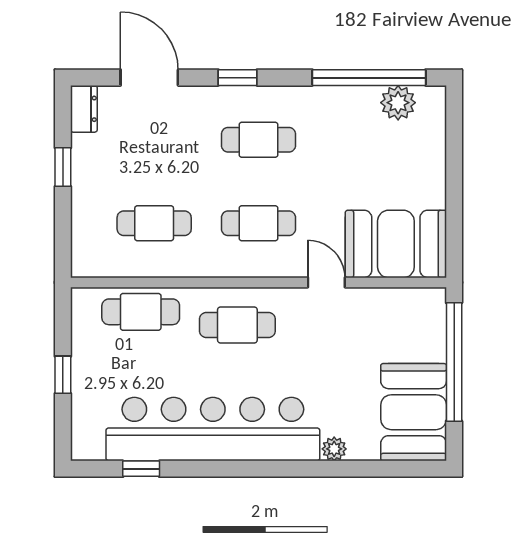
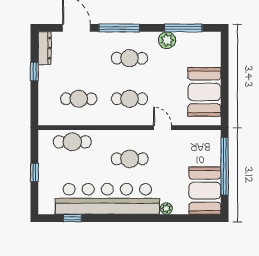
window: (238, 78) -> (119, 28), width x2.17
window: (369, 78) -> (183, 28), width x0.68
plant: (398, 103) -> (167, 40), moved
dresser: (84, 109) -> (45, 48), width x1.44
booth: (396, 244) -> (204, 92), moved, turned 90
cafe table: (237, 325) -> (130, 159), moved

